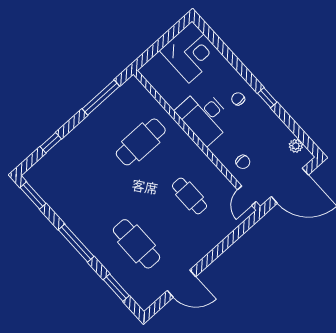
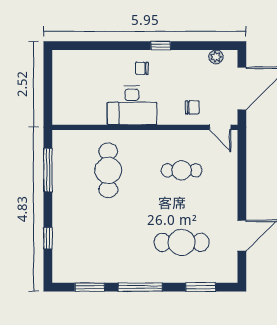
corner desk: (191, 52) -> (75, 72), removed
window: (33, 196) -> (90, 287), moved

